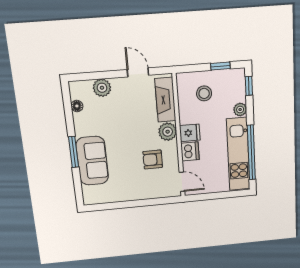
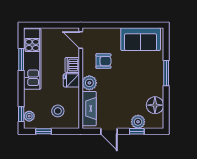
window: (102, 75) -> (137, 131), added
floor lamp: (77, 106) -> (155, 105), width x1.89, depth x1.89
plant: (240, 110) -> (29, 116), moved
window: (251, 152) -> (21, 59), width x0.47
sofa: (92, 161) -> (141, 39), moved, turned -90

